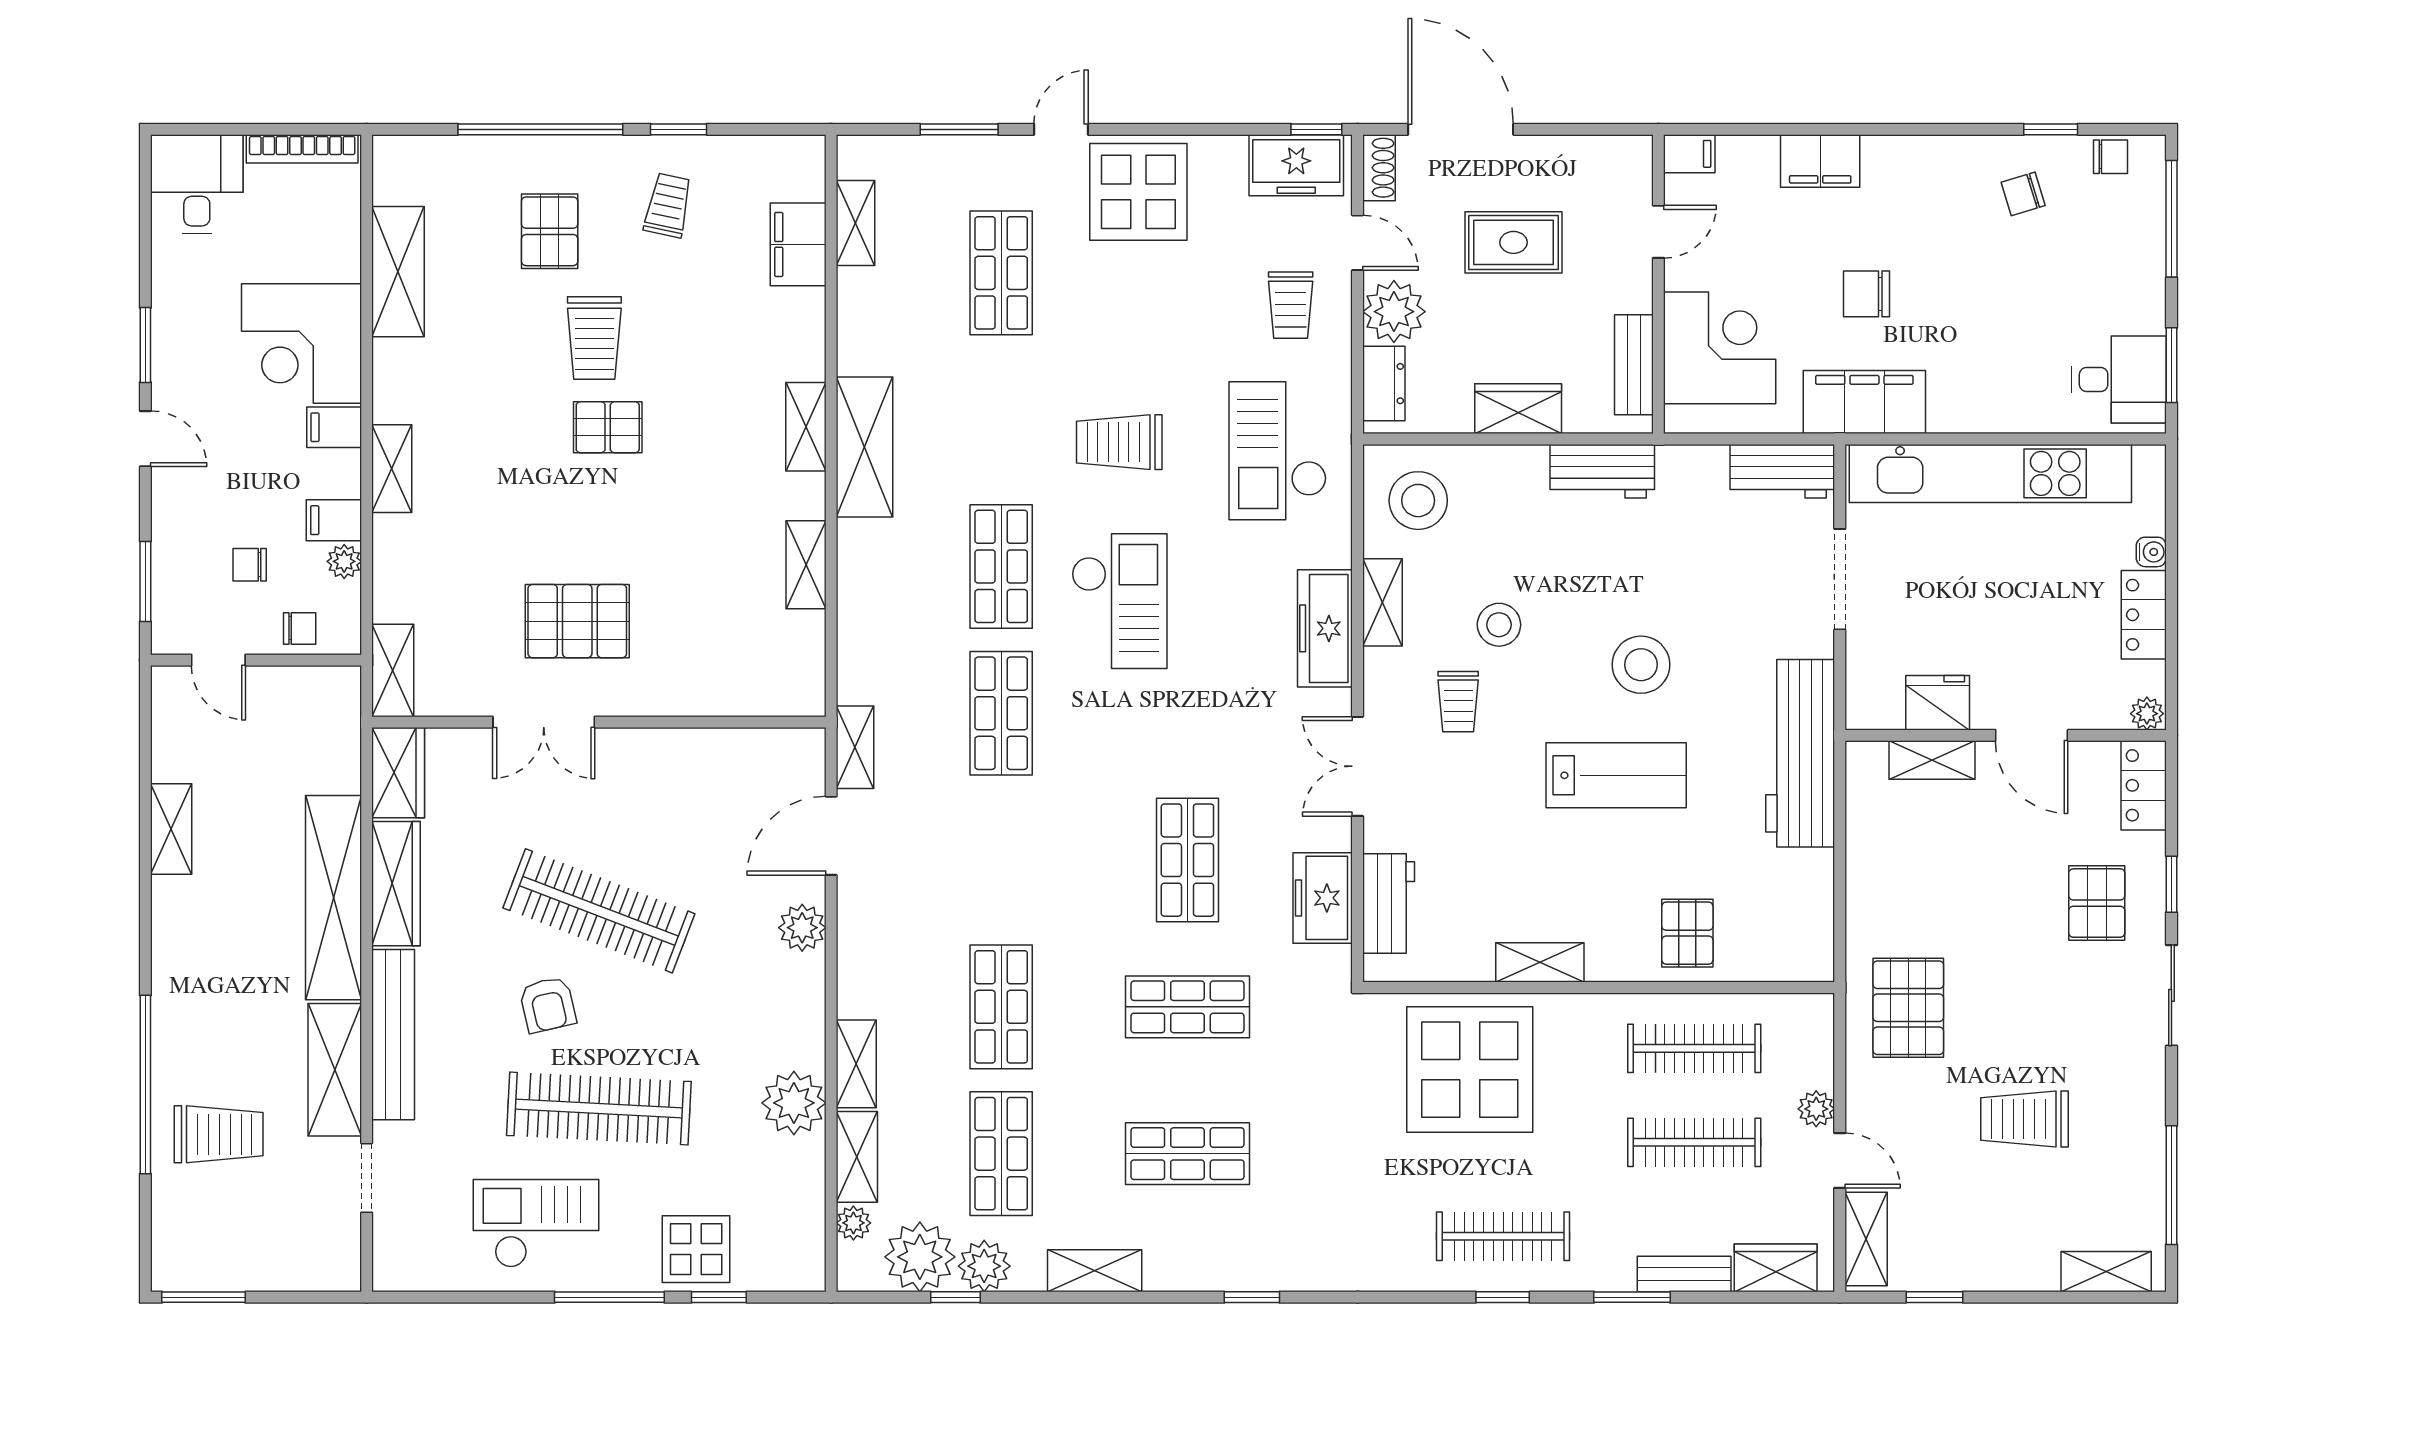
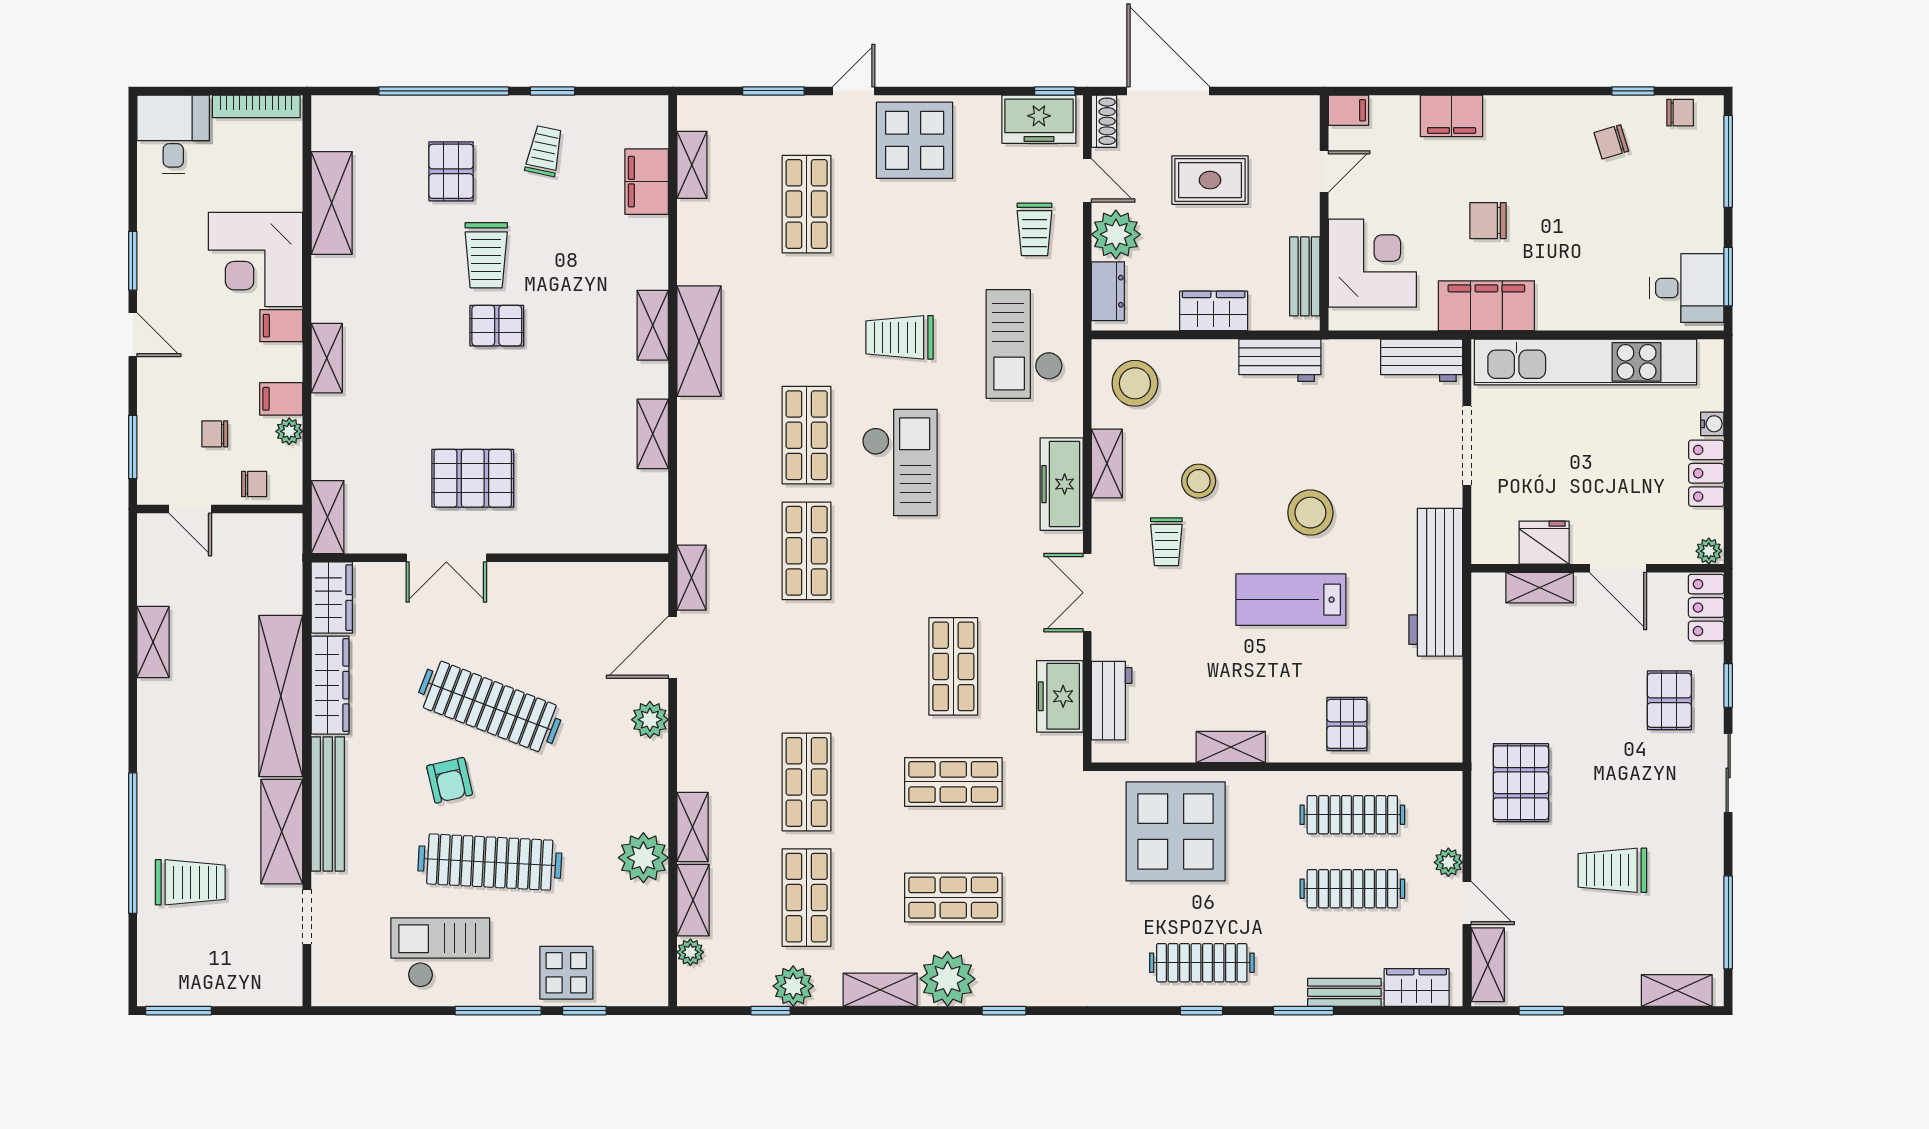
lab bench: (1616, 775) -> (1291, 600), turned 180
plant: (920, 1257) -> (948, 979), moved

